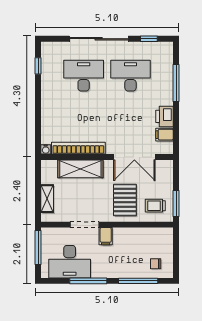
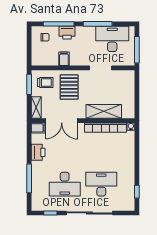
desk: (84, 76) -> (101, 184), turned 180
filing cabinet: (165, 135) -> (38, 128), moved
double door: (134, 157) -> (62, 121), swing flipped
shelving: (47, 199) -> (36, 108), moved
filing cabinet: (106, 236) -> (64, 59), moved
printer: (127, 270) -> (67, 33), added

